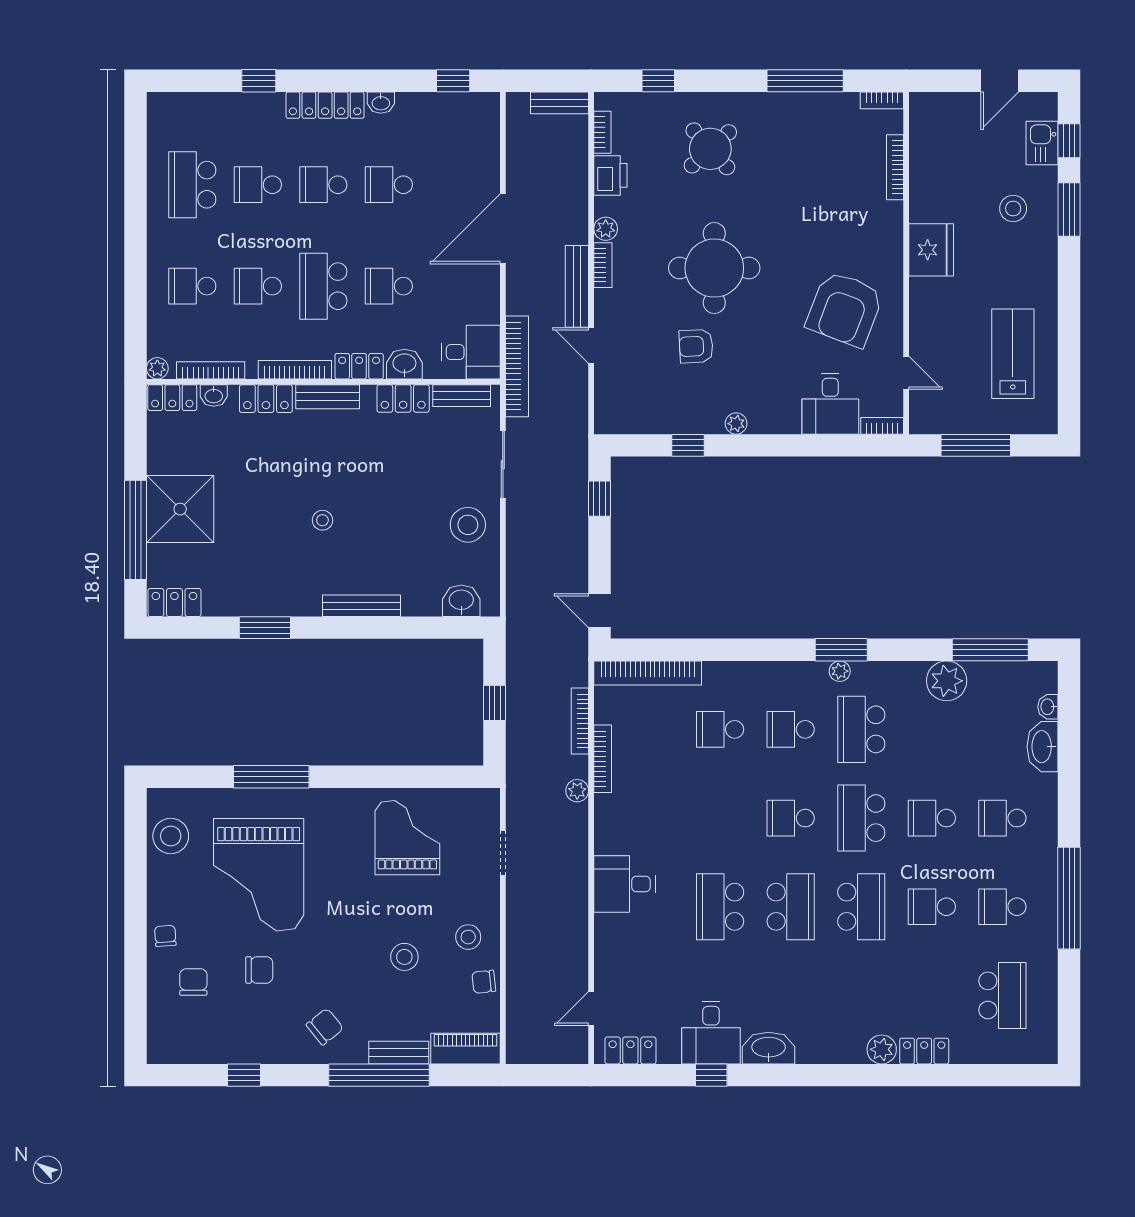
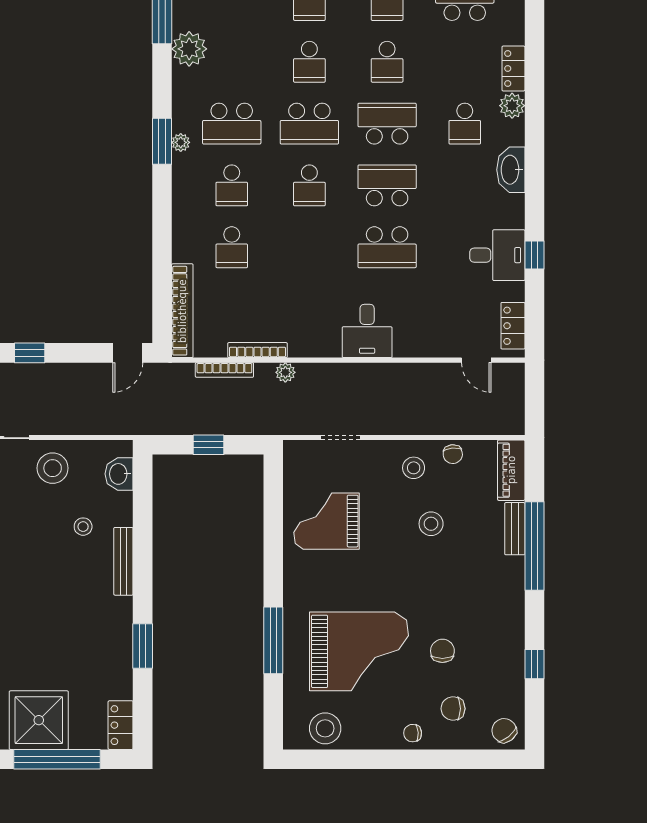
stool: (322, 520) -> (83, 527), moved
school desk: (861, 995) -> (465, 124), added
chair: (325, 1027) -> (504, 730), moved
washbasin: (769, 1048) -> (511, 170), moved

